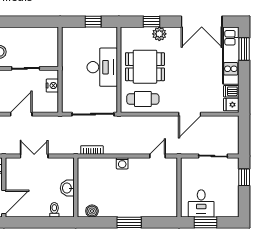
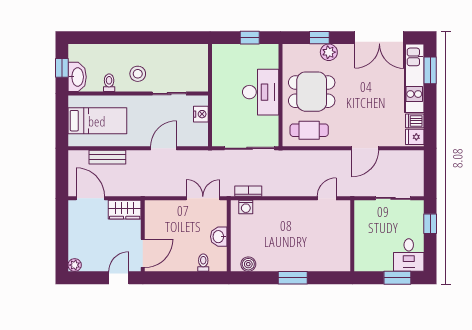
double door: (34, 156) -> (203, 198), moved
washing machine: (122, 163) -> (246, 207), moved
desk: (201, 203) -> (409, 255), moved
window: (206, 222) -> (397, 278), moved

